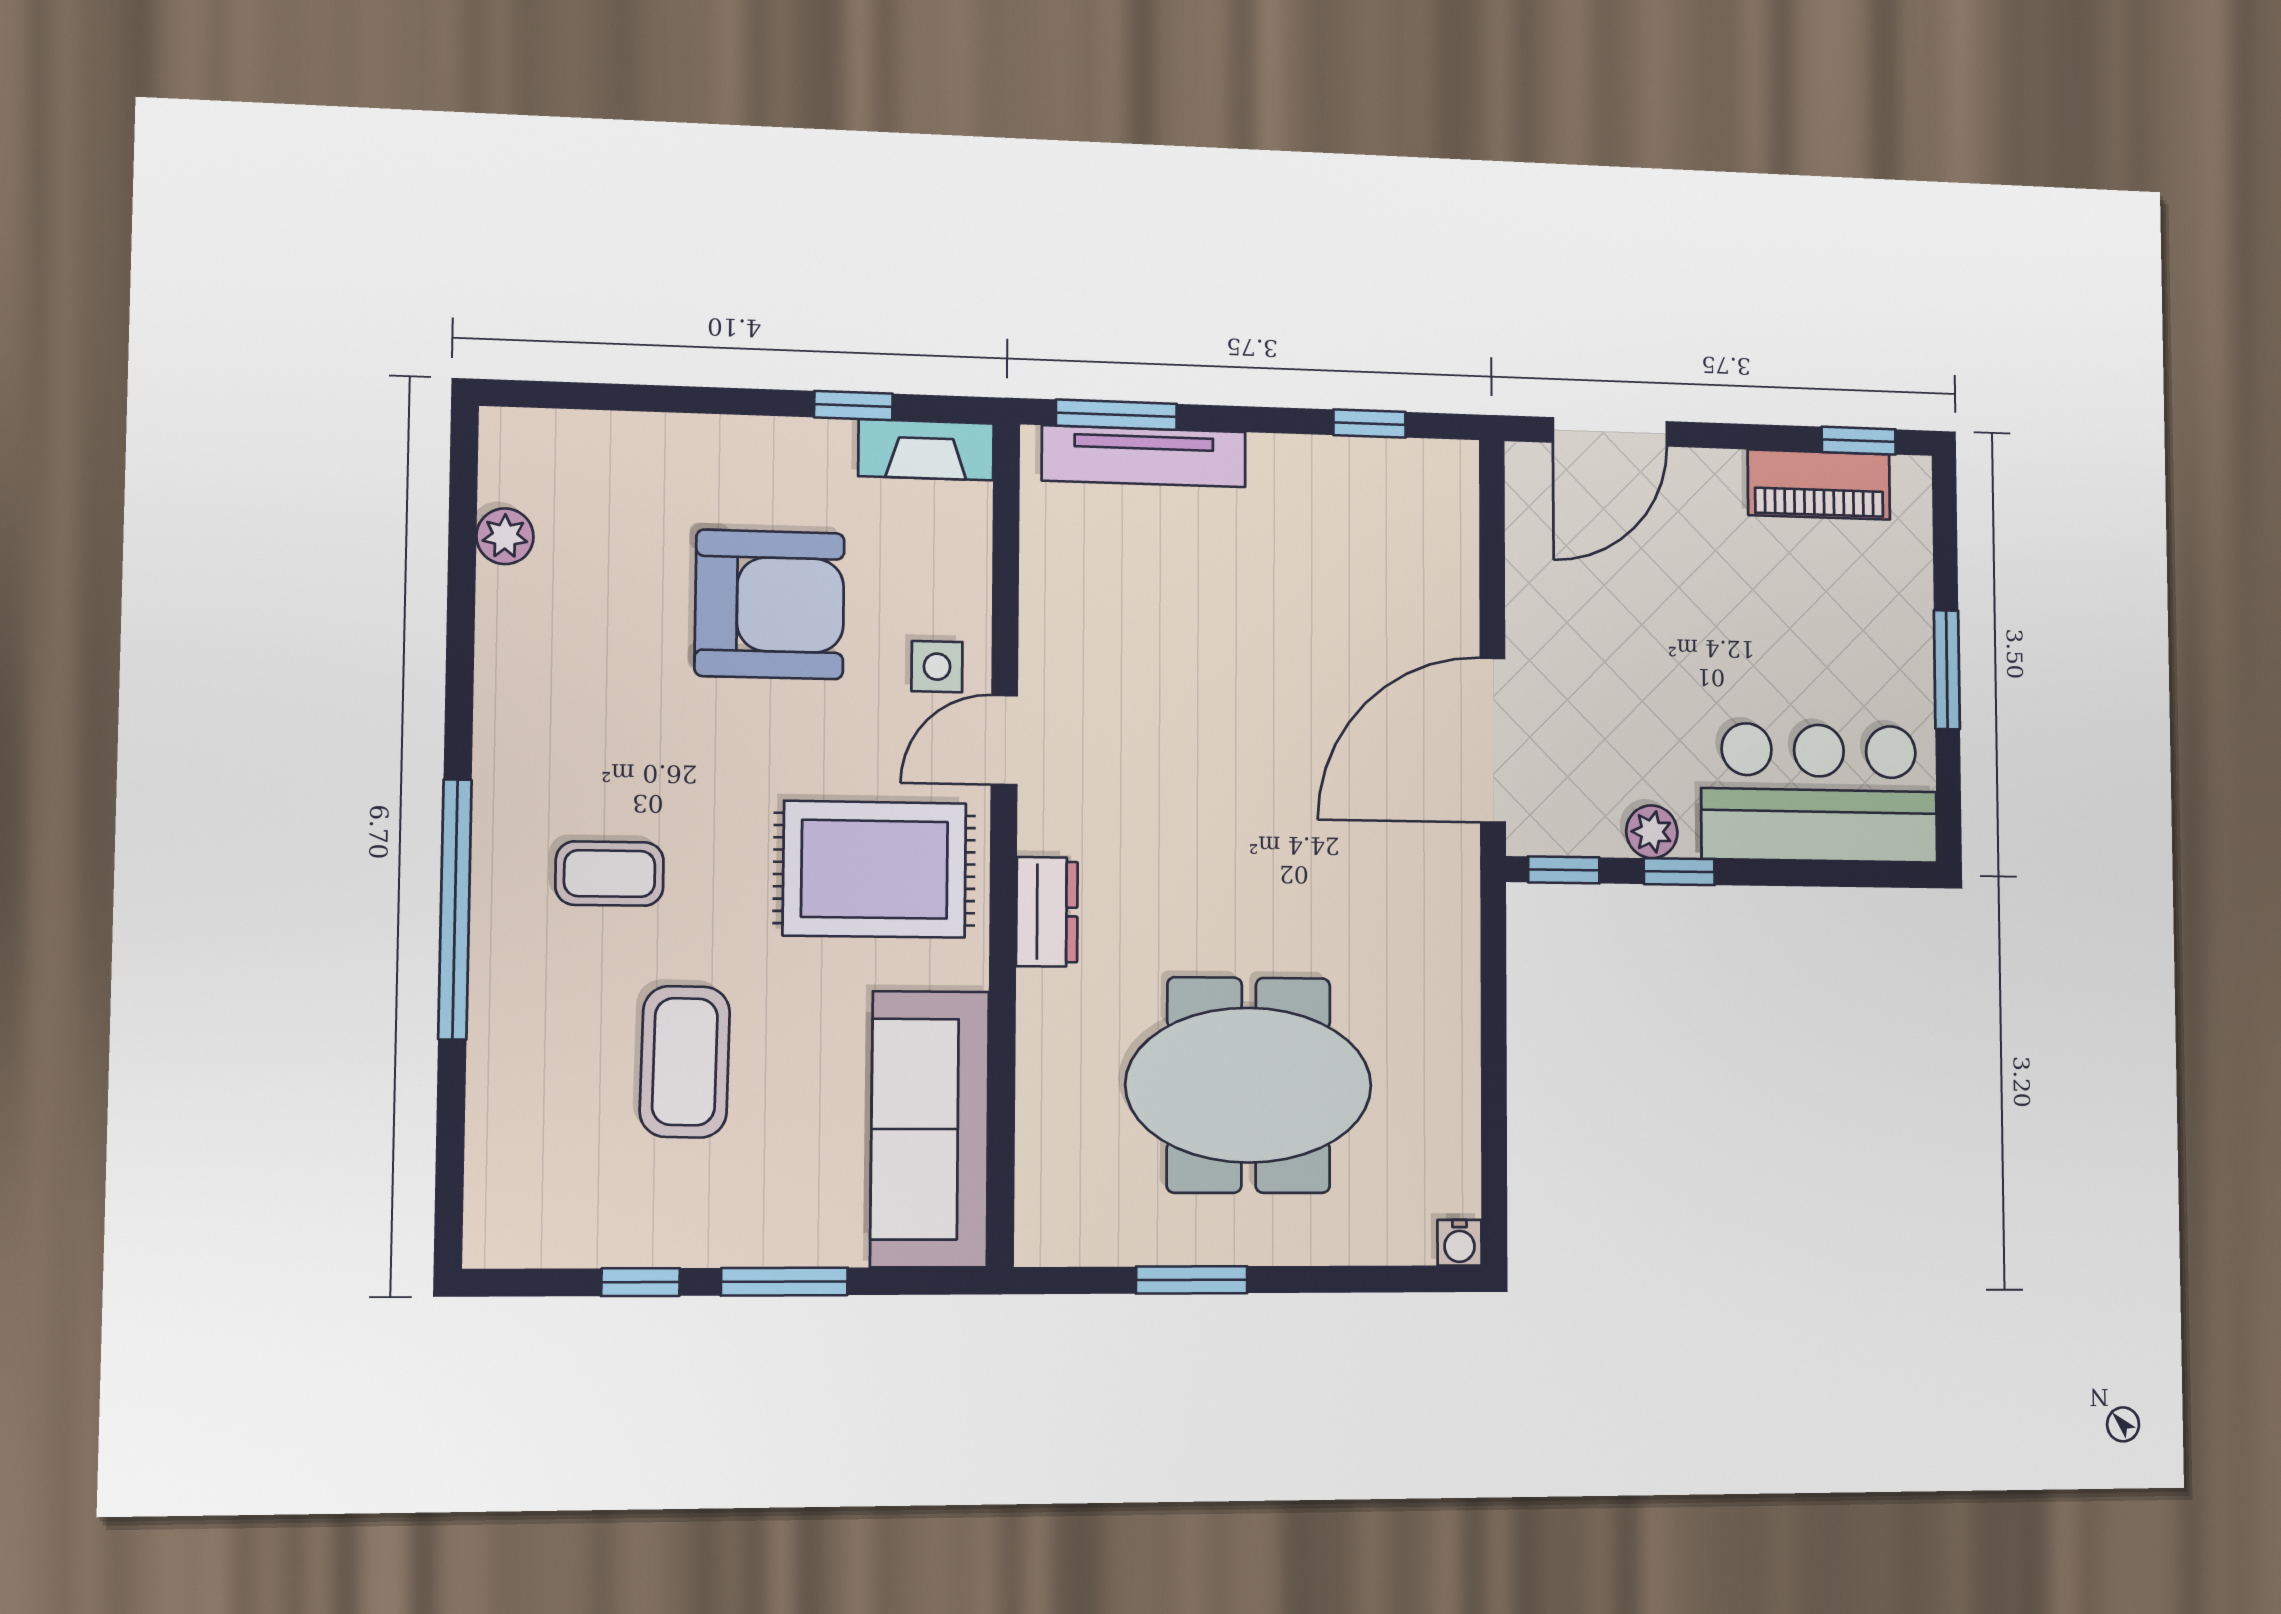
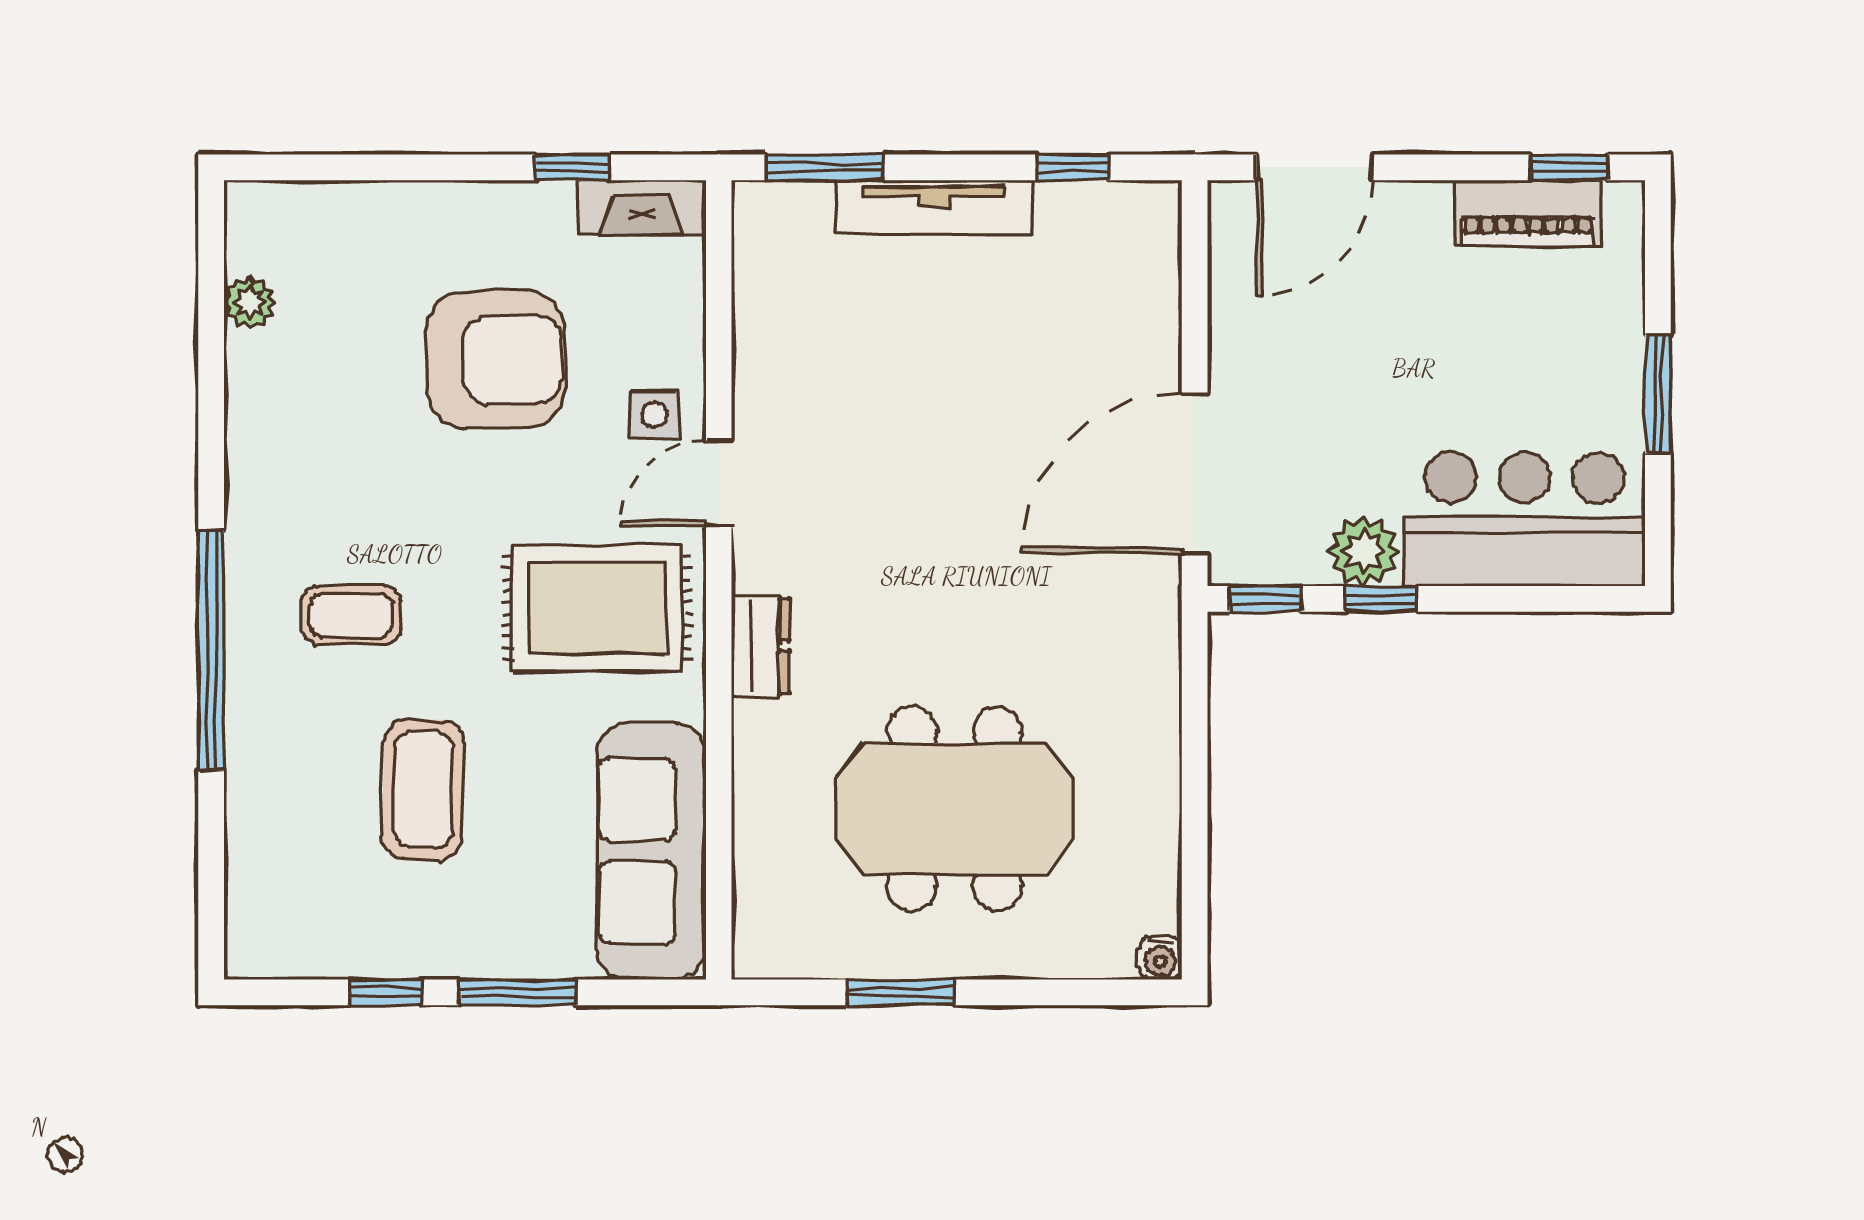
tv unit: (1144, 456) -> (934, 207), moved
plant: (1652, 832) -> (1363, 551), width x1.38, depth x1.38

